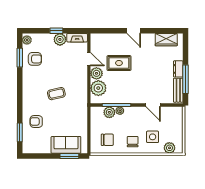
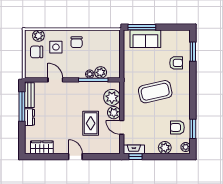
window: (56, 31) -> (136, 157), moved
plant: (60, 39) -> (165, 148), moved
rug: (119, 63) -> (91, 123), turned 90
coffee table: (56, 94) -> (155, 92), width x1.86, depth x1.72
chair: (107, 140) -> (37, 52), moved
window: (69, 156) -> (142, 27), width x1.44

